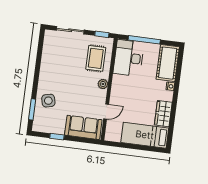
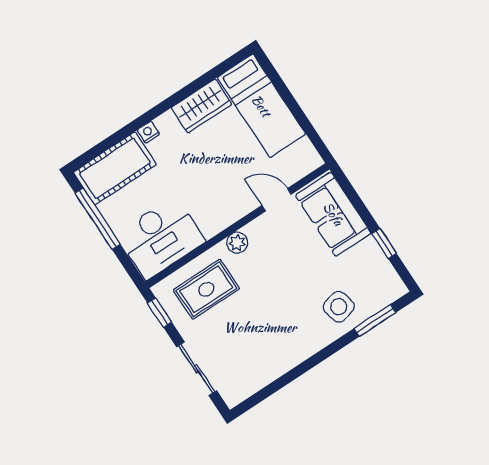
window: (144, 40) -> (98, 219), moved

